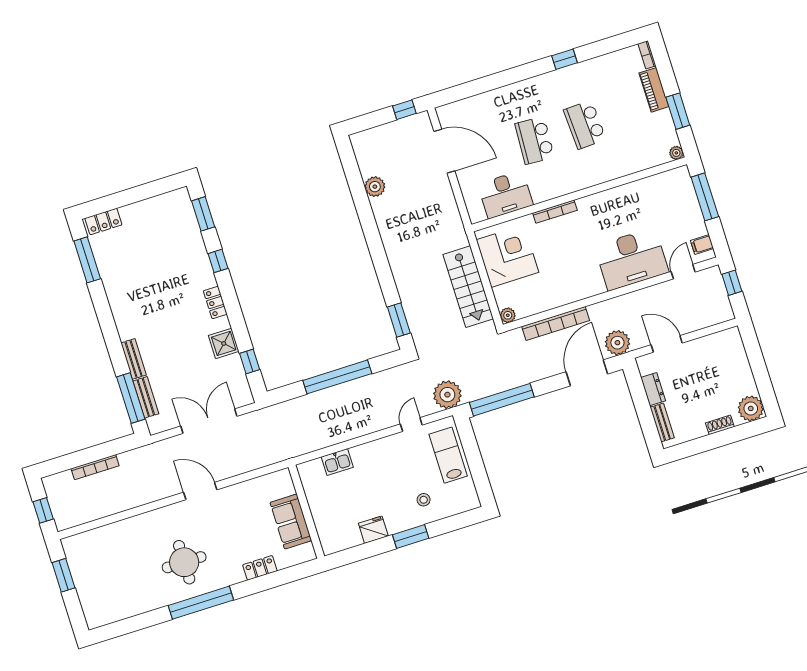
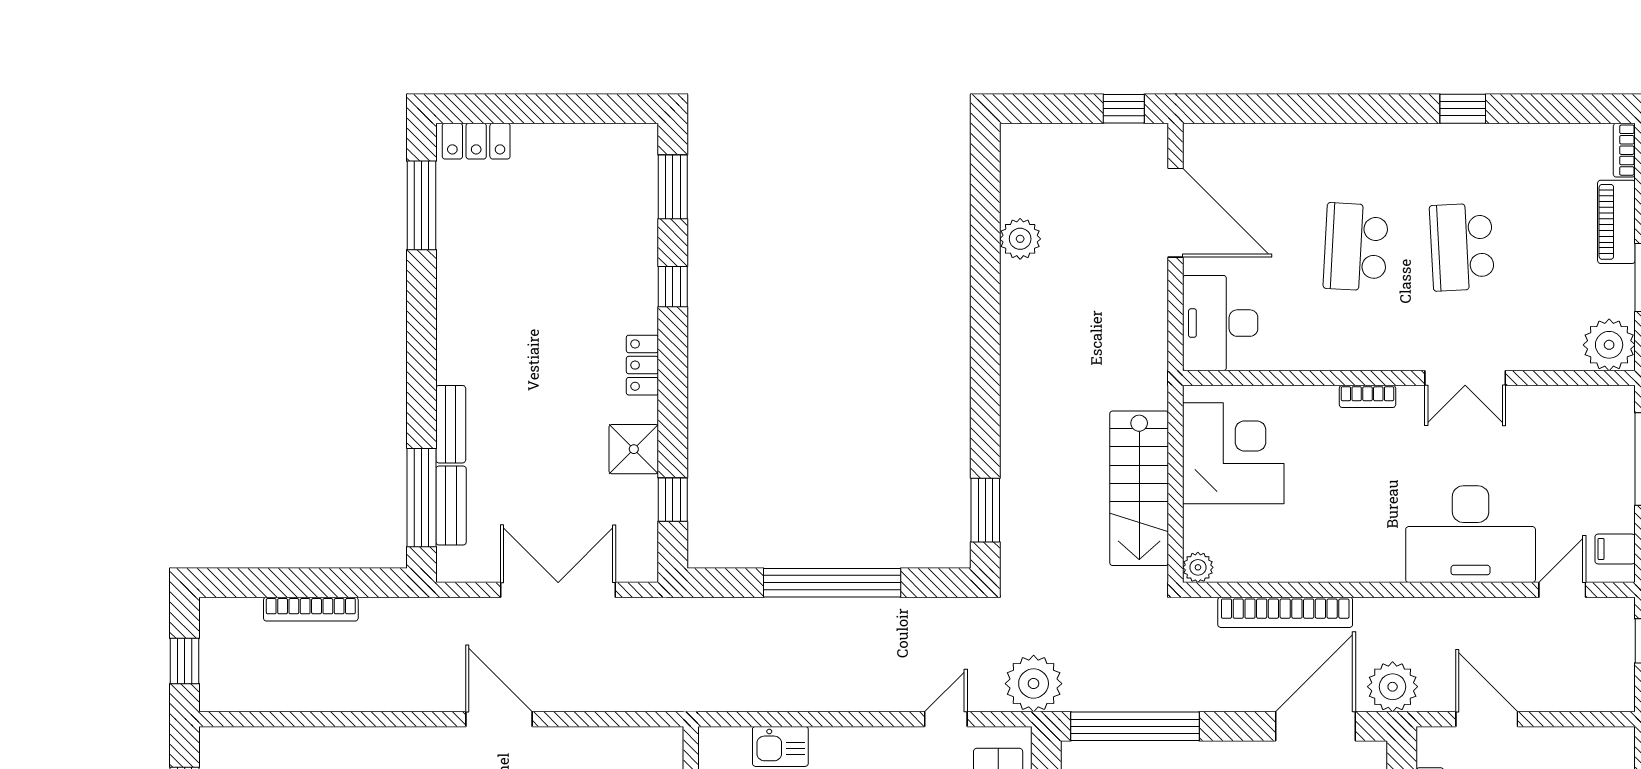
plant: (676, 153) -> (1609, 345), width x1.88, depth x1.88
double door: (606, 186) -> (1465, 378), added
desk: (505, 194) -> (1220, 323), moved, turned 90
bookcase: (555, 212) -> (1367, 396), width x0.64

